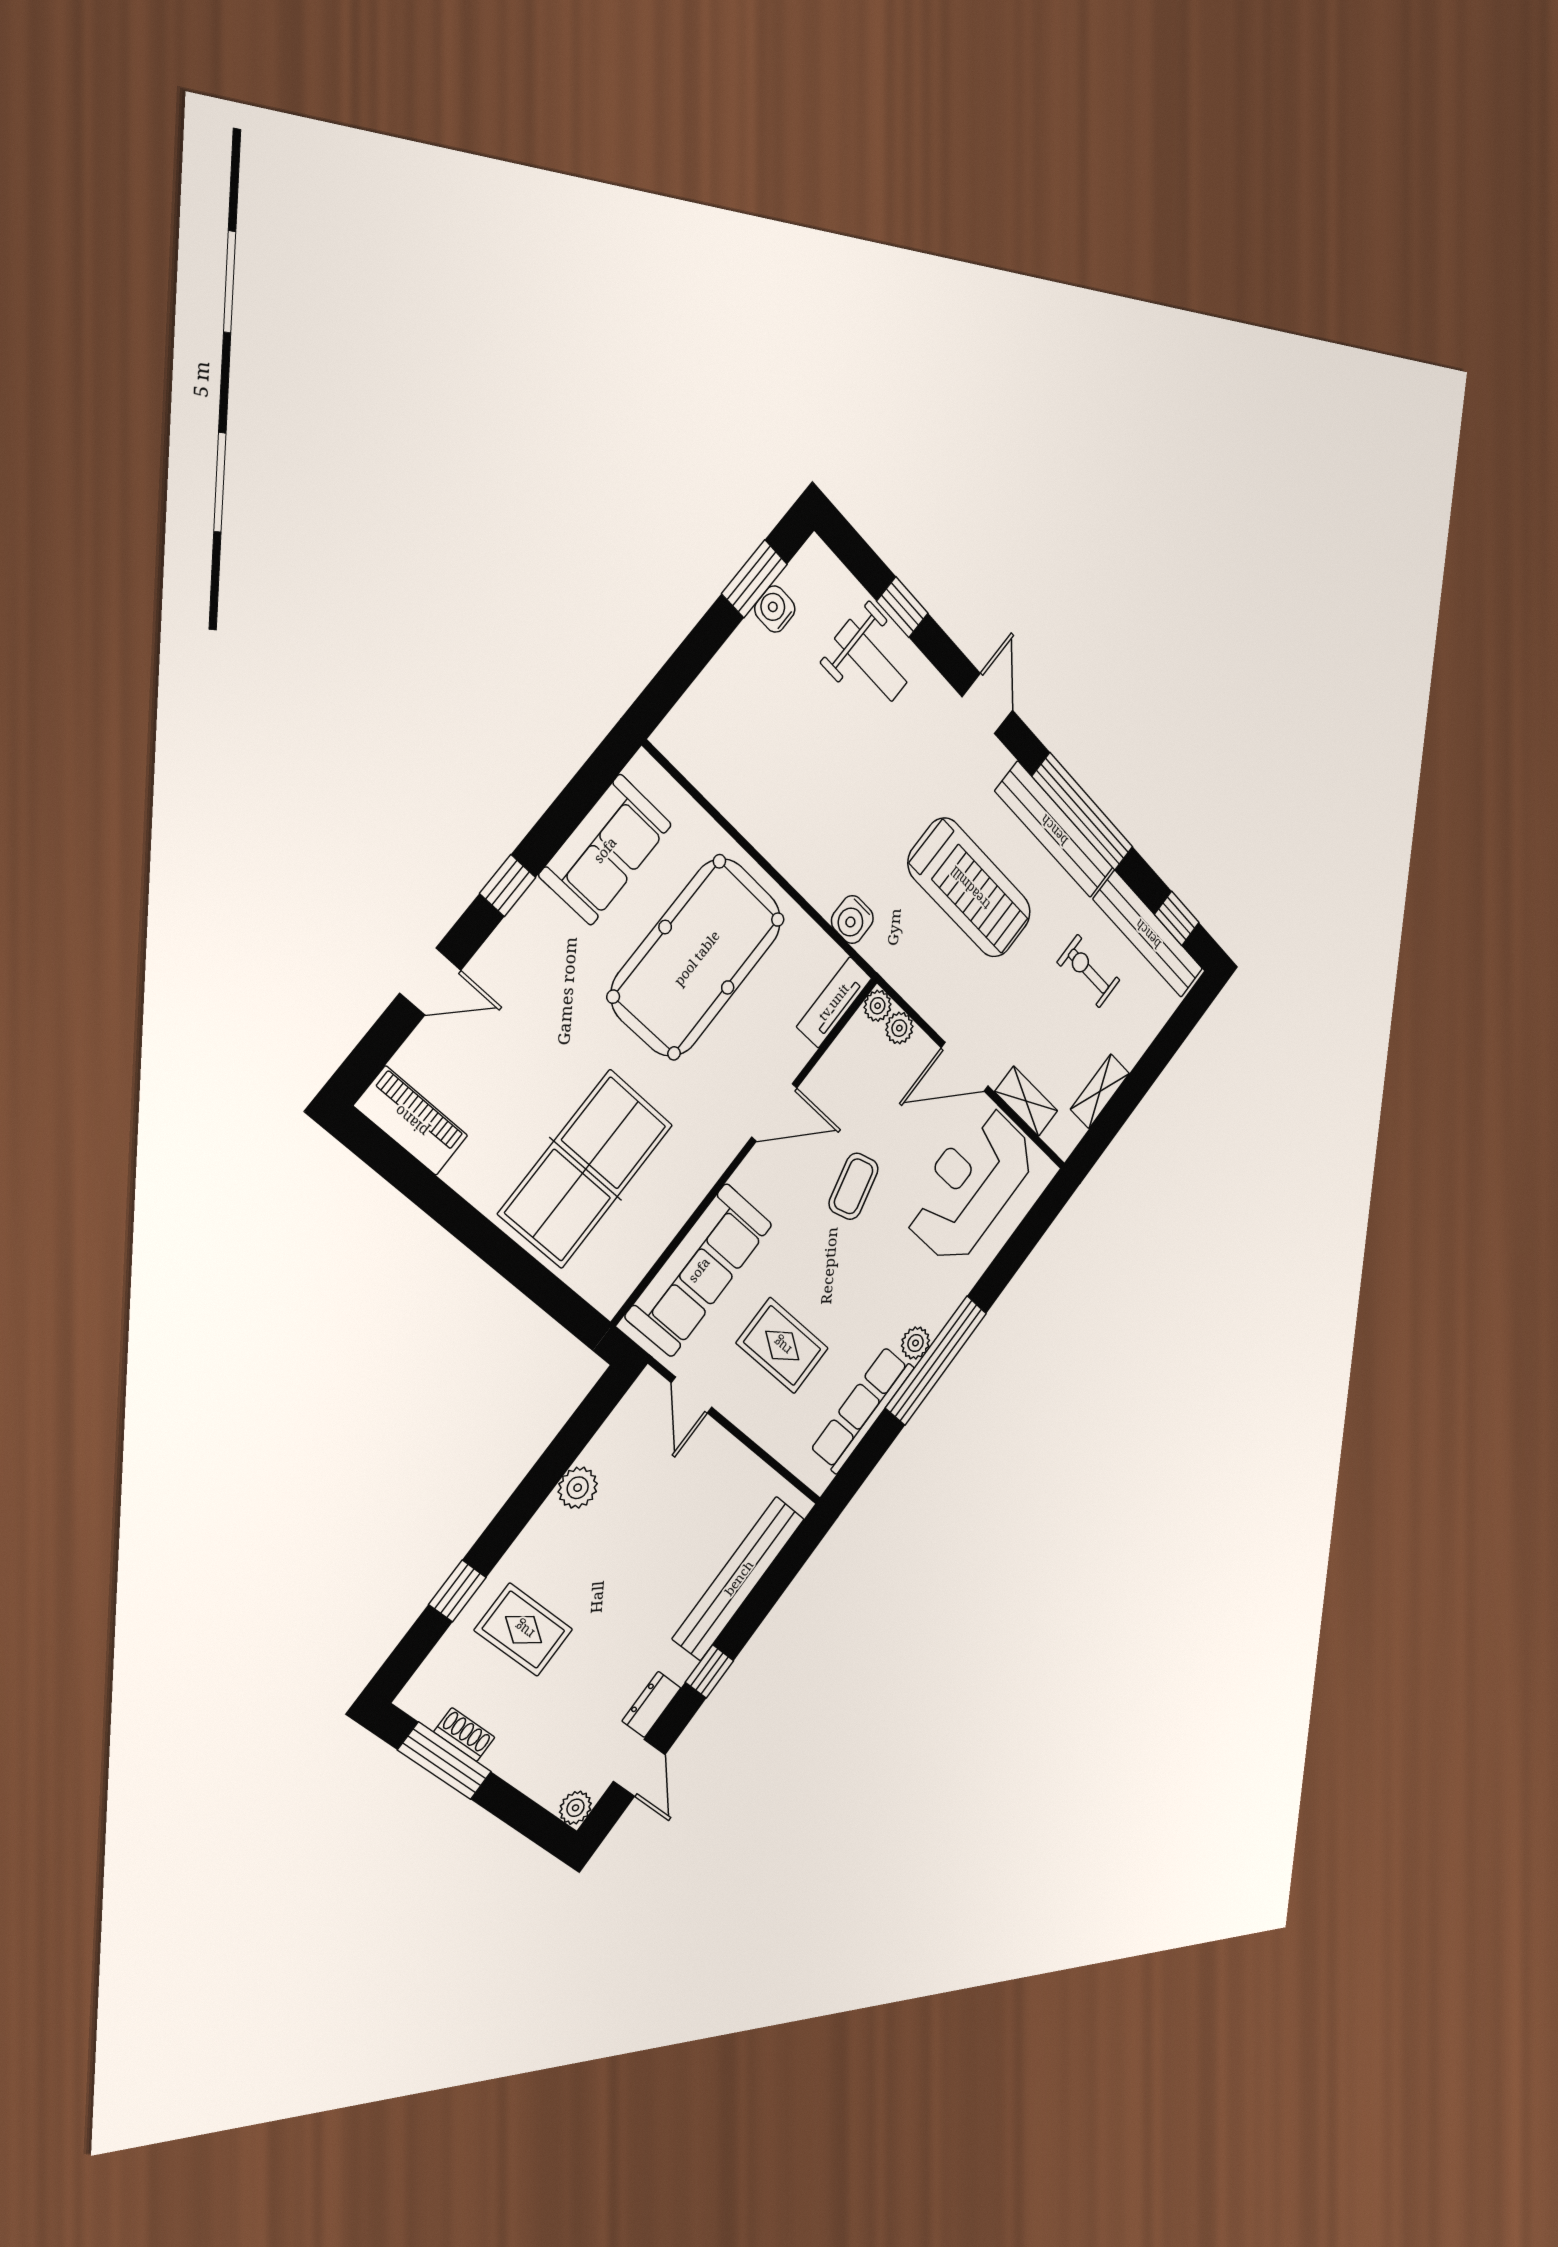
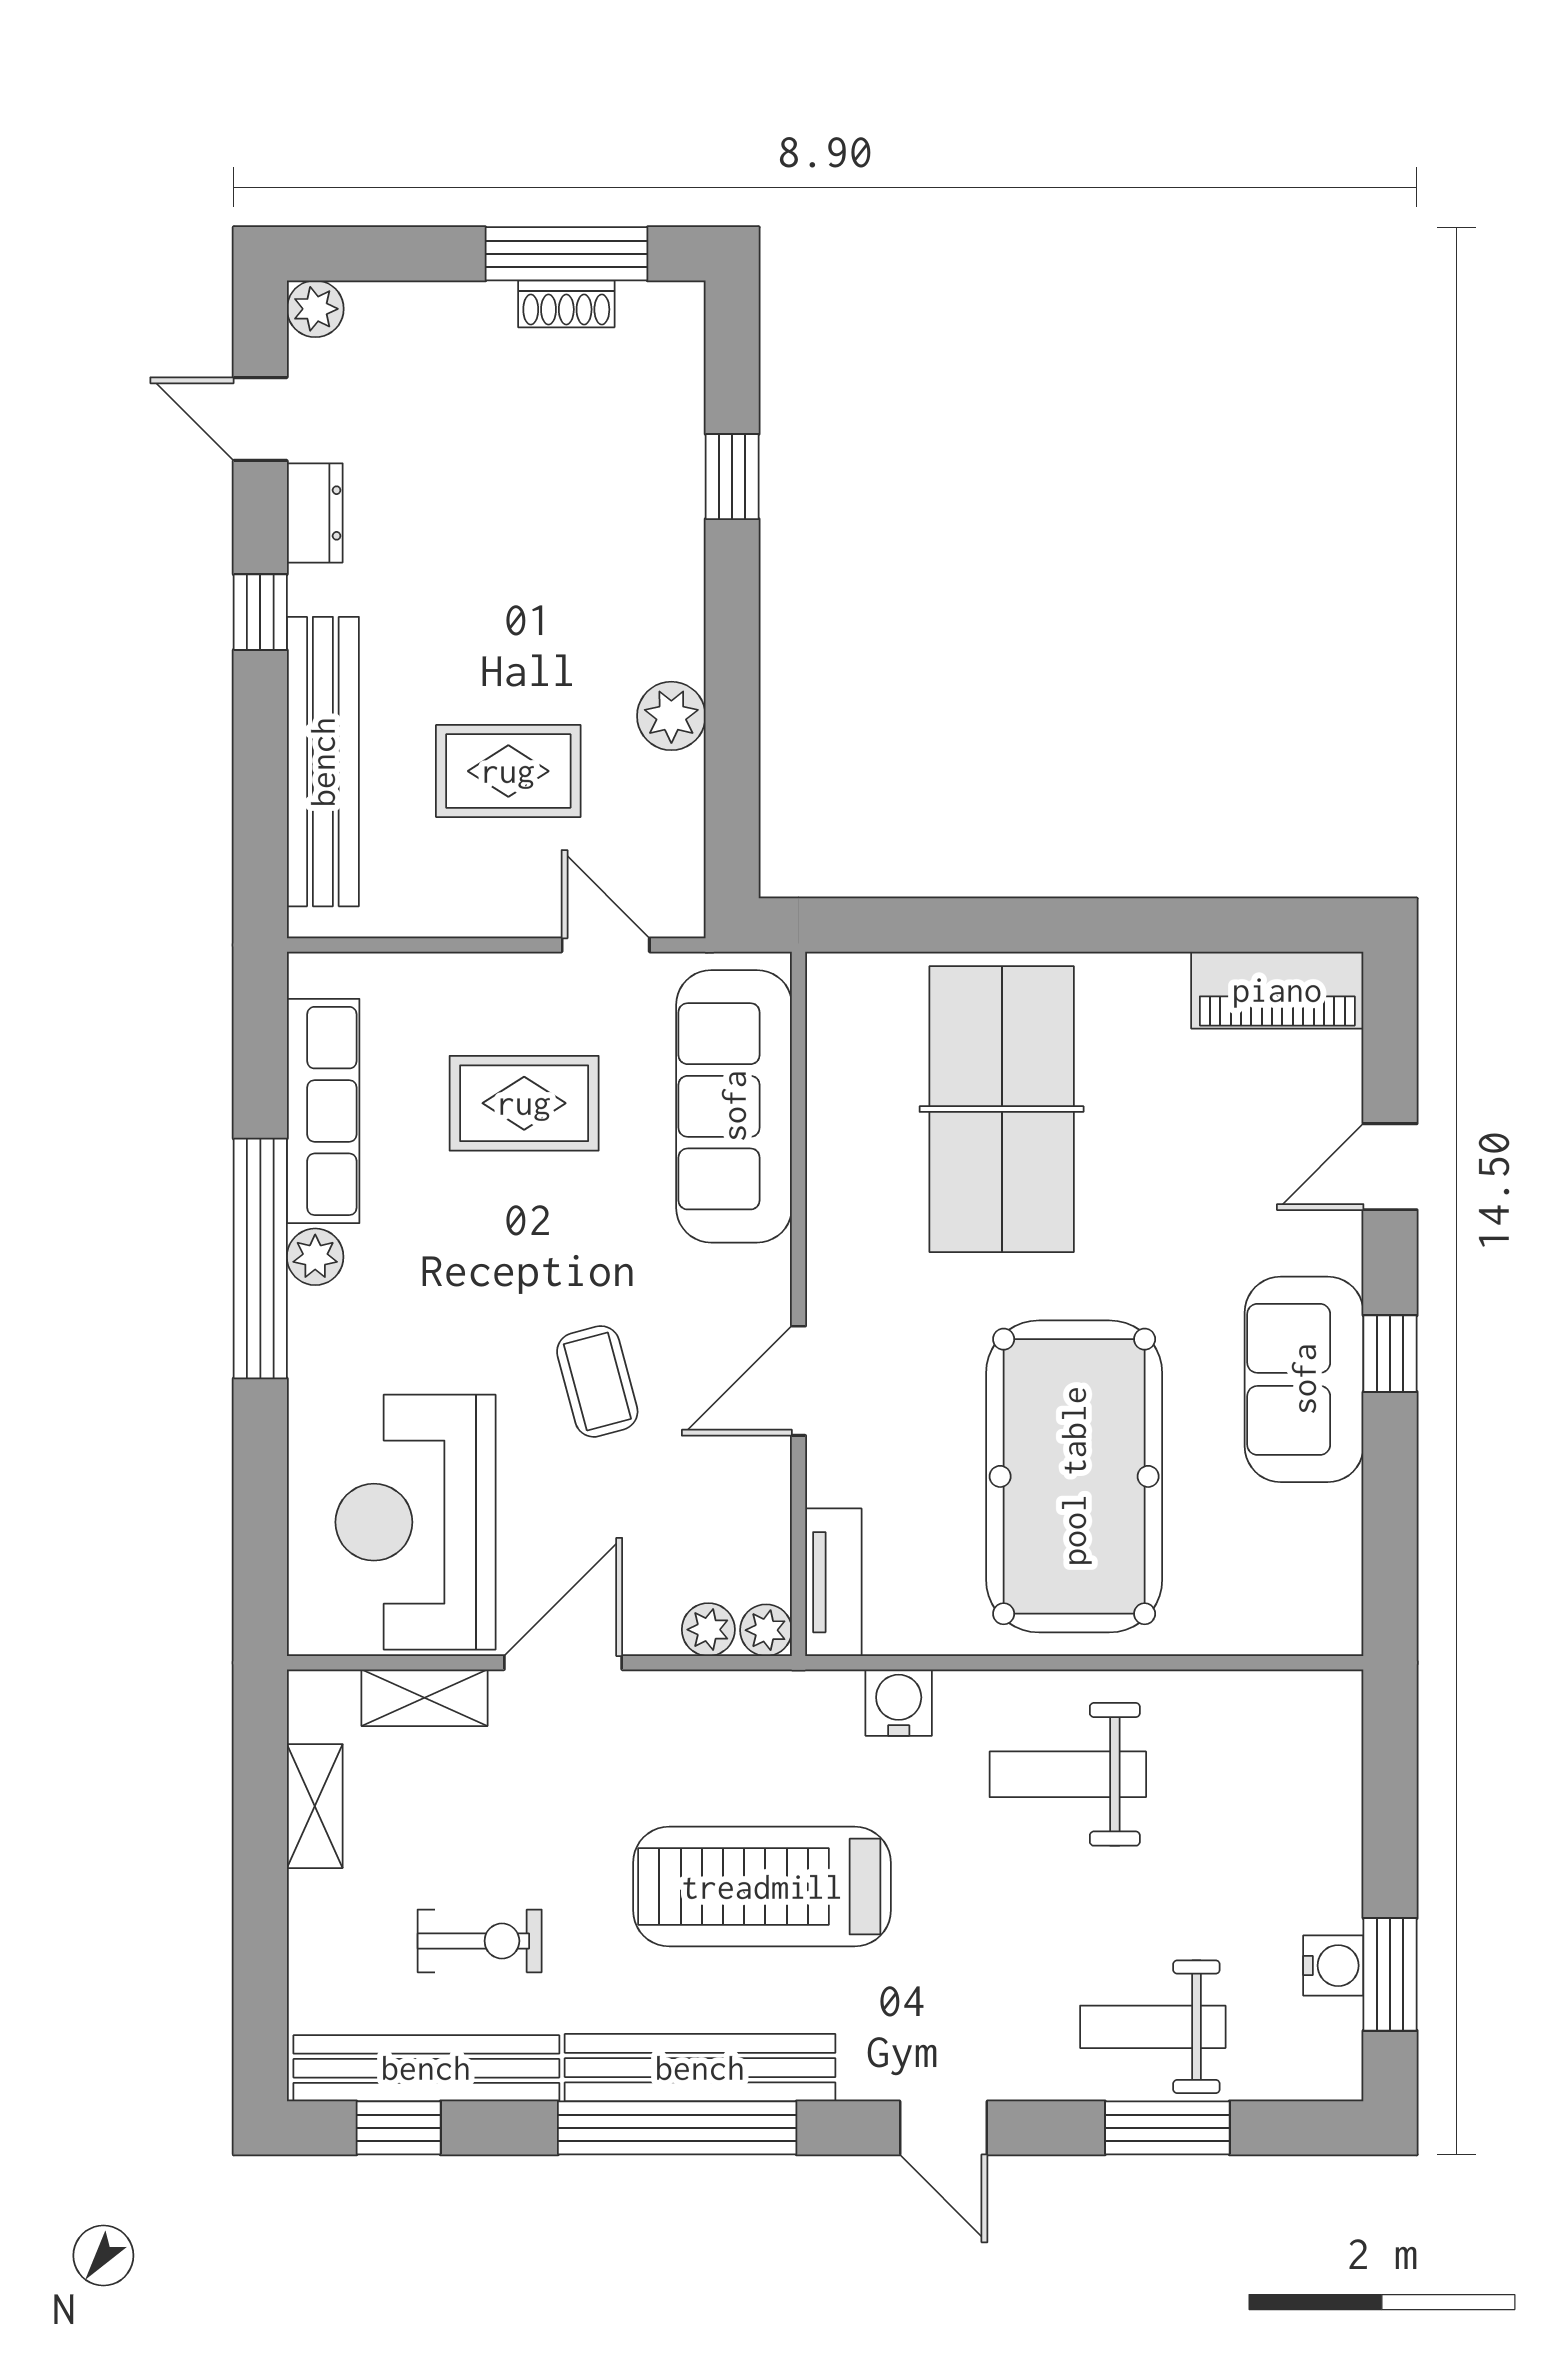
window: (902, 607) -> (1167, 2128), width x1.50
weight bench: (812, 816) -> (1068, 1774), added
sofa: (605, 850) -> (1304, 1379), moved
reception desk: (970, 1185) -> (416, 1522), turned 180
rug: (524, 1630) -> (508, 771), moved

